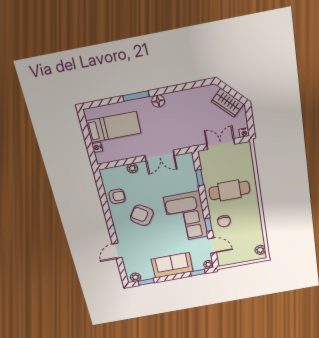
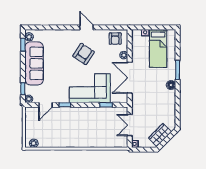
double door: (221, 144) -> (130, 125), swing flipped
double door: (160, 156) -> (130, 78), width x1.37
cafe table: (229, 190) -> (91, 126), removed
armchair: (117, 196) -> (115, 39), moved
corner sofa: (186, 217) -> (90, 88), moved
chair: (224, 221) -> (65, 118), removed
door: (117, 251) -> (87, 27), moved
sofa: (172, 265) -> (34, 63), width x1.36

